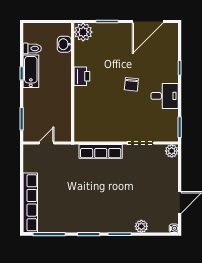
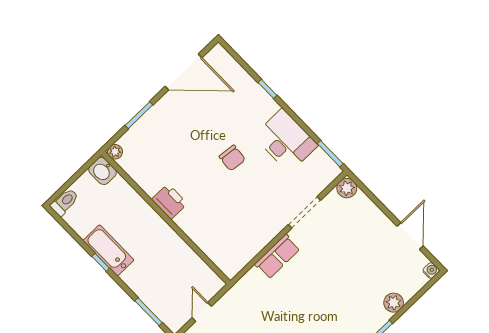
door: (148, 22) -> (183, 72), hinge flipped
plant: (83, 32) -> (115, 152), width x0.53, depth x0.53
washbasin: (64, 44) -> (103, 171), moved
toilet: (32, 48) -> (65, 202), moved
desk: (165, 96) -> (286, 141), width x1.37
row of seats: (101, 151) -> (277, 257), width x0.68

